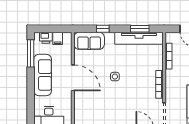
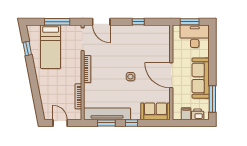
window: (103, 29) -> (131, 123), moved

